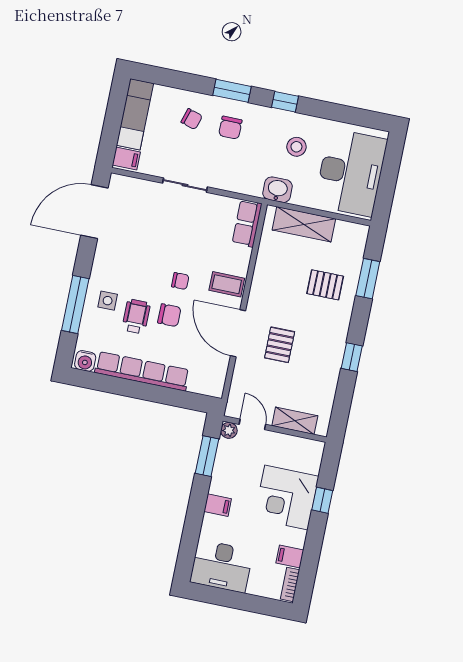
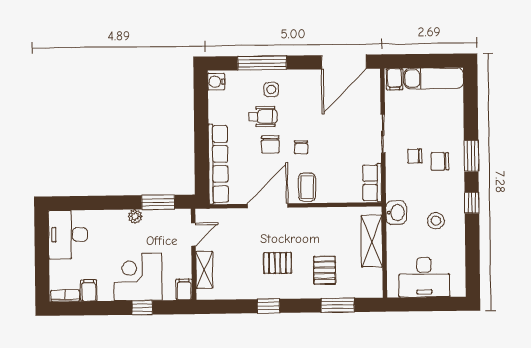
chair: (192, 119) -> (415, 156), moved, turned 73
desk: (351, 173) -> (424, 277), width x0.73, depth x0.77
door: (94, 212) -> (344, 62), swing flipped
row of seats: (247, 223) -> (372, 183), moved, turned -90
pallet: (280, 345) -> (278, 263), moved
row of seats: (142, 371) -> (218, 164), moved
plant: (229, 430) -> (135, 216), moved
filing cabinet: (218, 505) -> (184, 289), moved, turned 180

